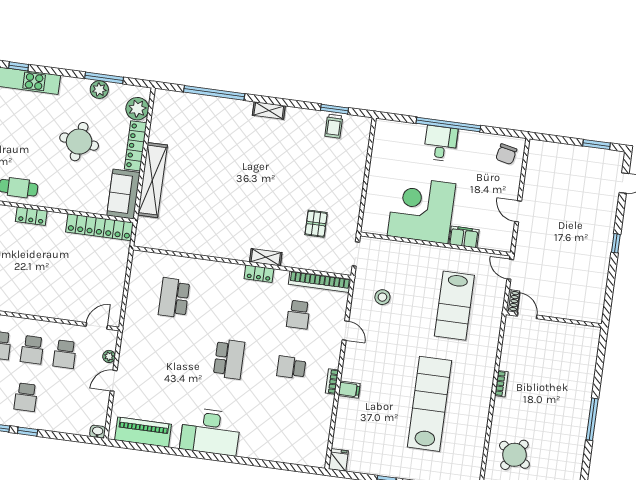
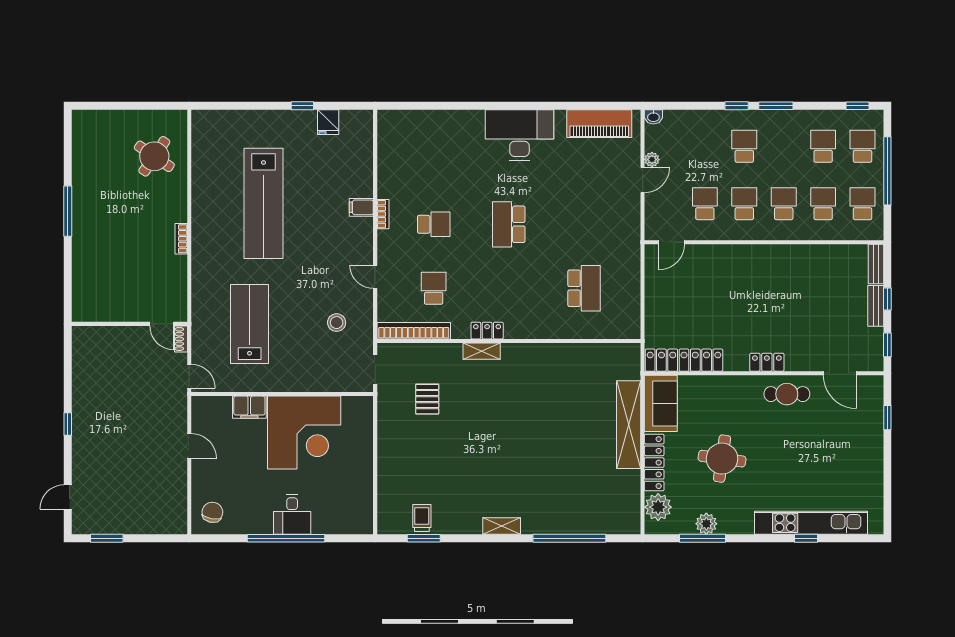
plant: (109, 356) -> (652, 160), moved
fridge: (338, 460) -> (328, 122), moved

